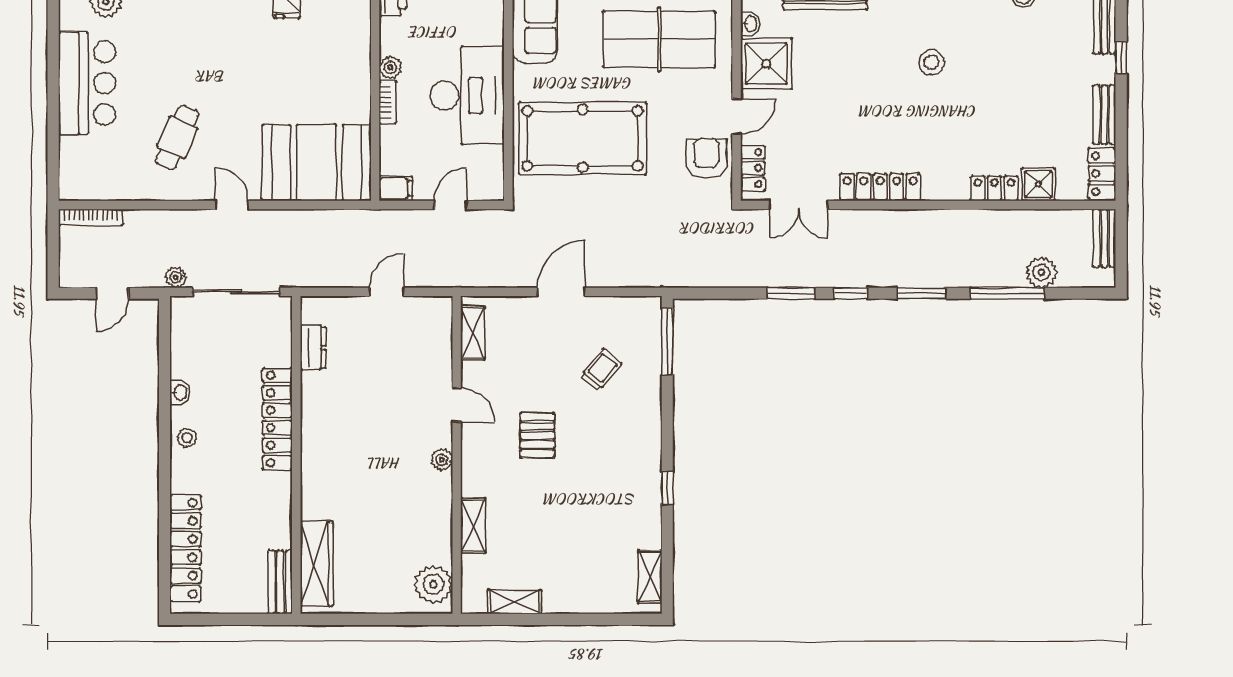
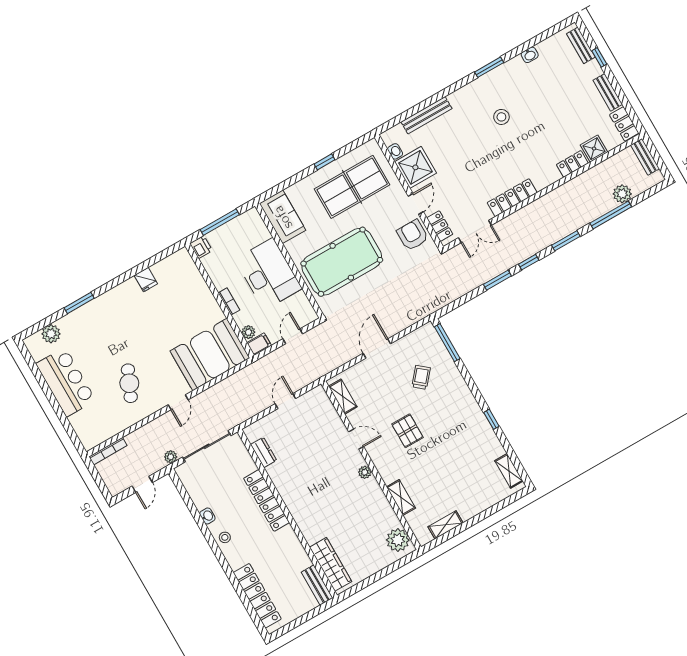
plant: (390, 67) -> (248, 332), moved
door: (232, 205) -> (178, 402), swing flipped

